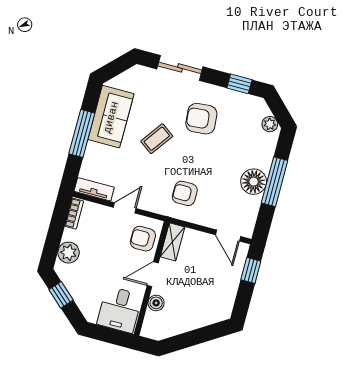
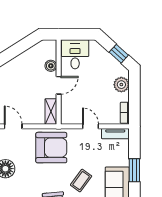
window: (82, 133) -> (134, 170), width x0.69
armchair: (185, 193) -> (51, 148), width x1.88, depth x1.88
door: (125, 208) -> (91, 126), swing flipped
armchair: (143, 239) -> (72, 108), removed

